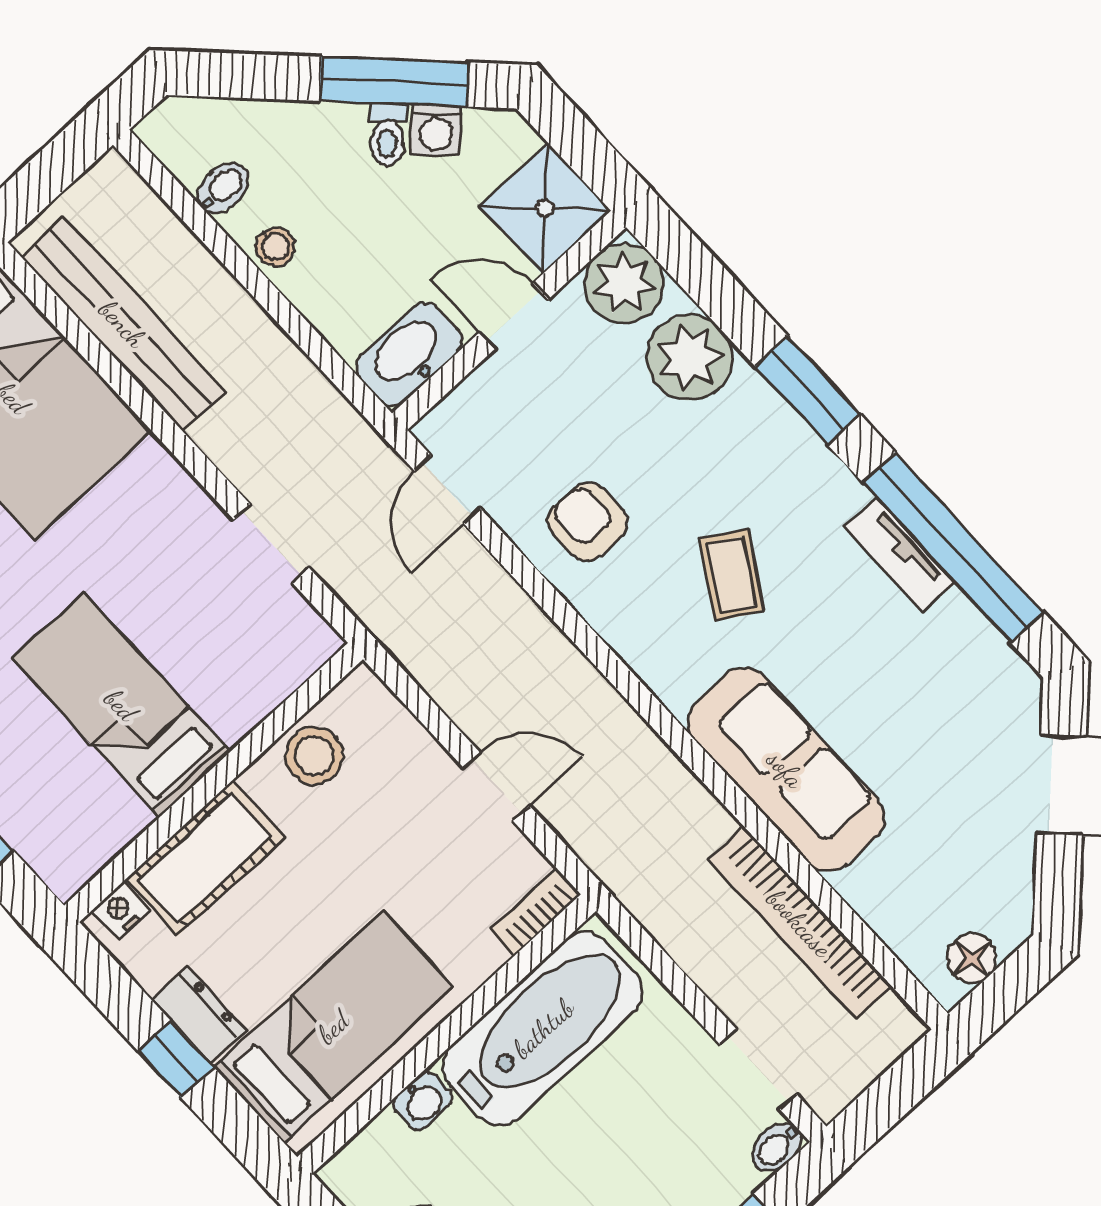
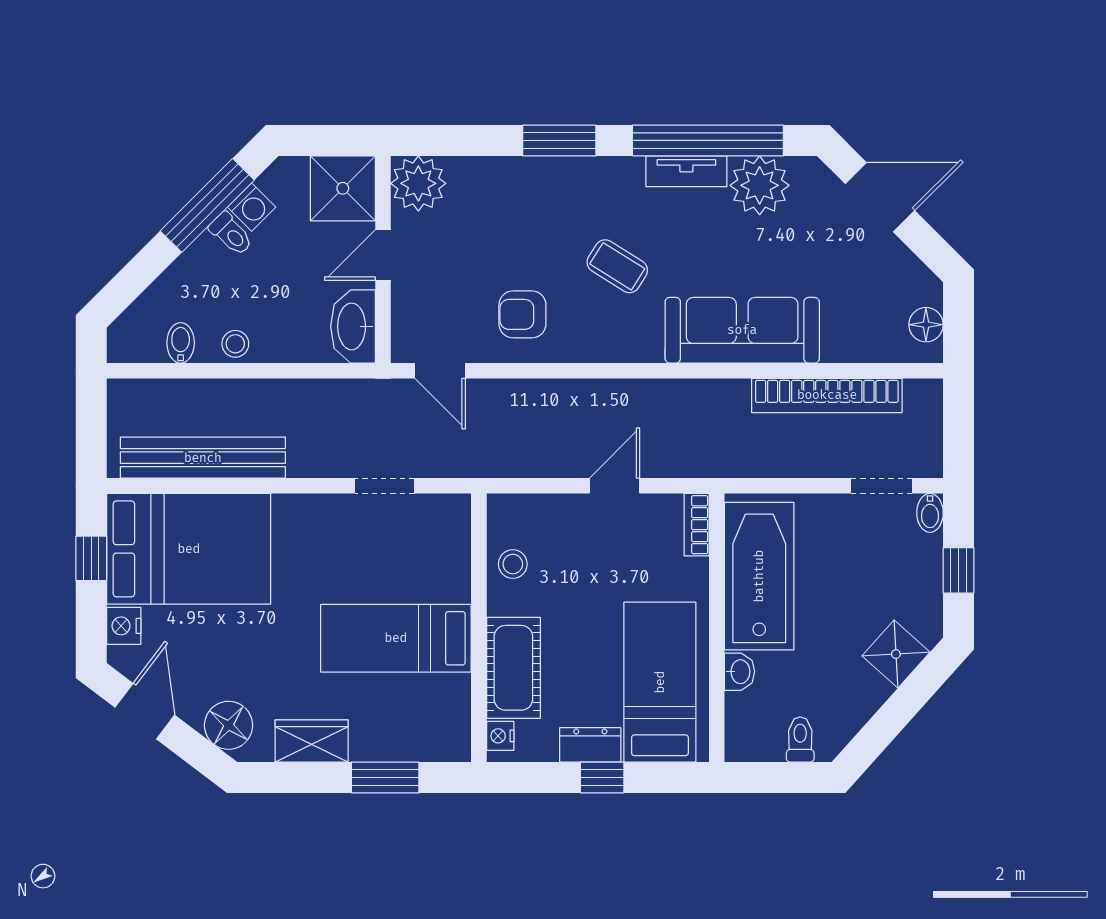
plant: (689, 358) -> (760, 185), moved
stool: (314, 756) -> (513, 564), width x0.73, depth x0.73

